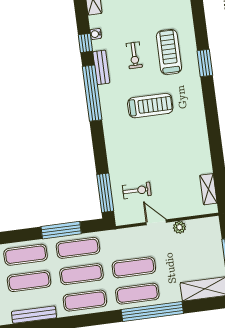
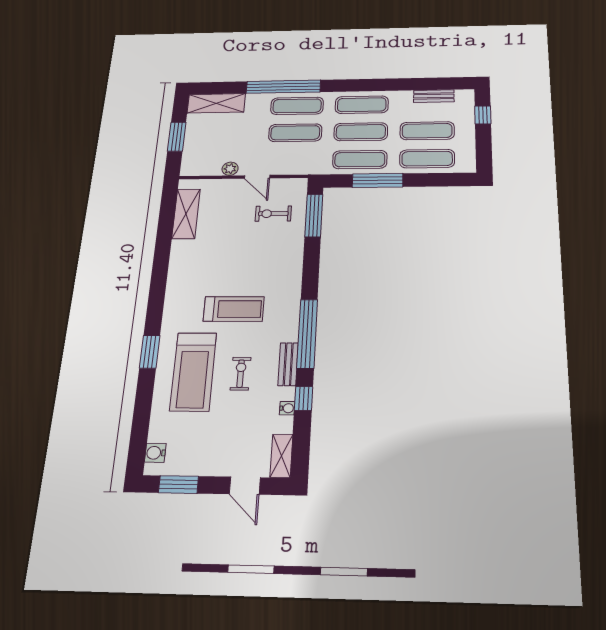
treadmill: (169, 52) -> (193, 372), width x1.37, depth x1.38
treadmill: (150, 106) -> (234, 309), turned 180
shelving: (208, 189) -> (186, 214), width x1.50, depth x1.33
bench: (34, 315) -> (434, 96), width x0.73

